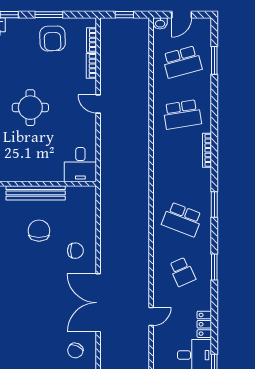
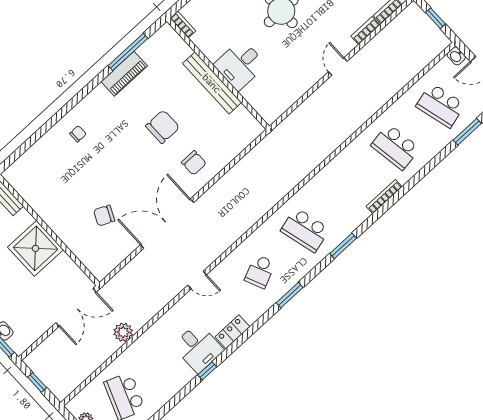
desk: (80, 165) -> (240, 65), moved
school desk: (182, 219) -> (305, 230), turned -36
chair: (39, 231) -> (163, 127), moved
chair: (75, 350) -> (104, 216), moved

